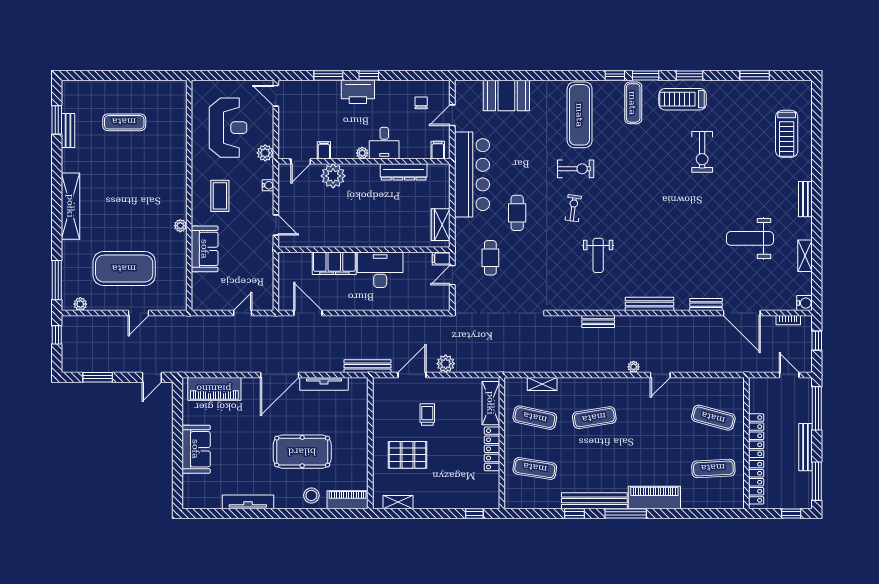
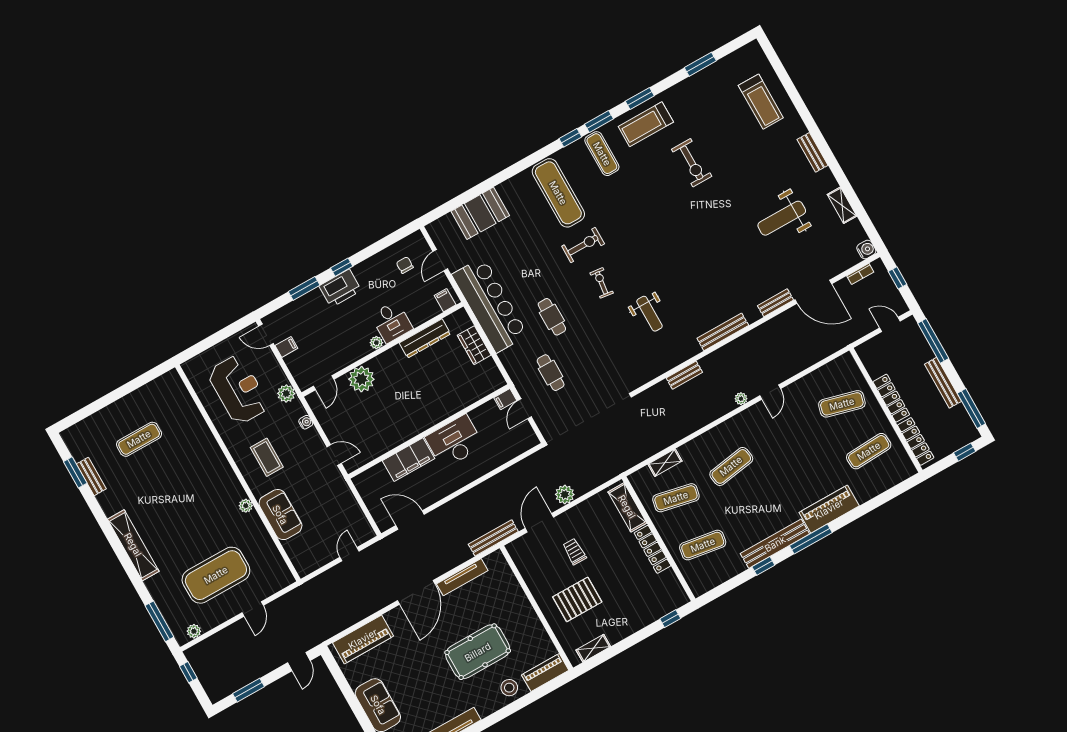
filing cabinet: (324, 150) -> (286, 347), moved, turned 90
wardrobe: (441, 225) -> (474, 345), moved

